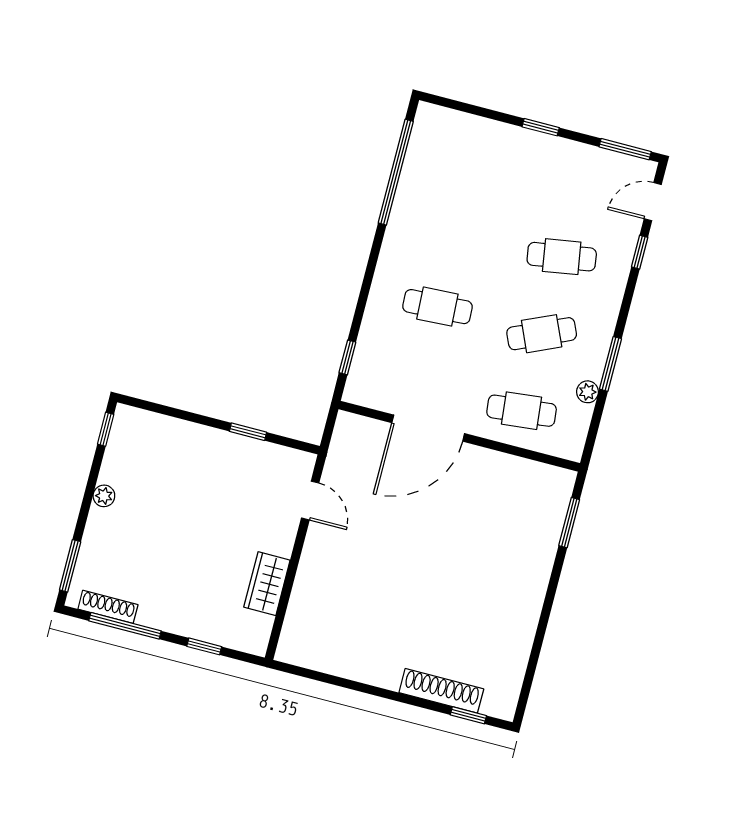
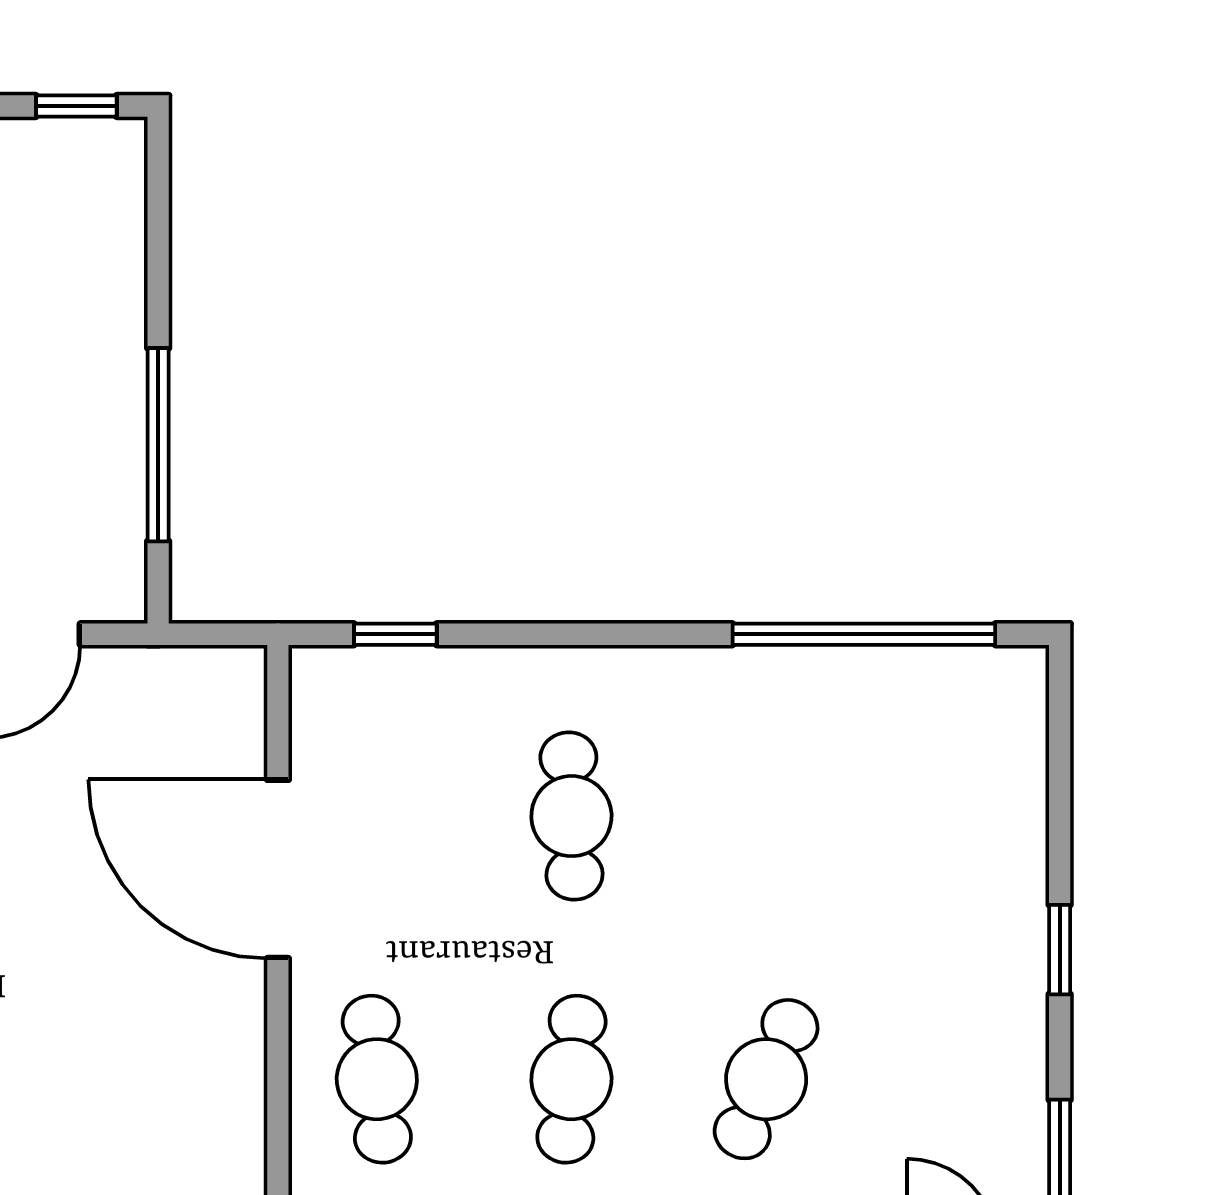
cafe table: (562, 257) -> (766, 1079), turned 33
cafe table: (542, 334) -> (571, 1079), turned 30
window: (248, 432) -> (158, 445), width x2.17

